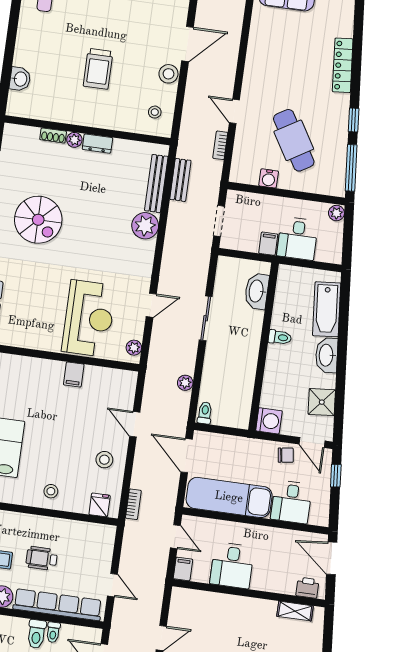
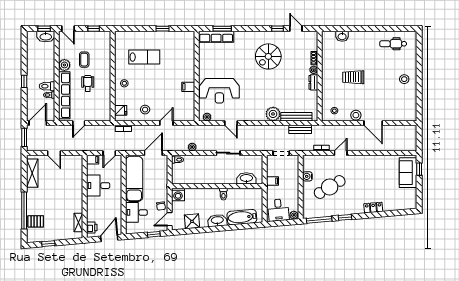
locker: (343, 65) -> (373, 208), width x0.66
desk: (298, 238) -> (278, 210), moved, turned -95

